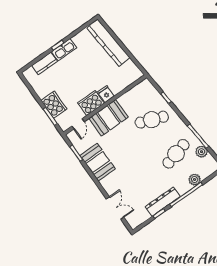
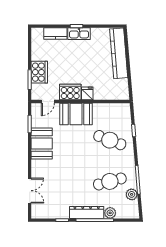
dresser: (163, 202) -> (87, 213), moved

